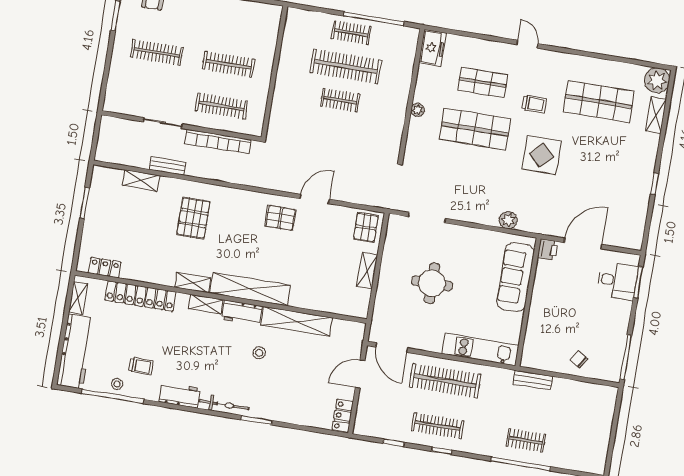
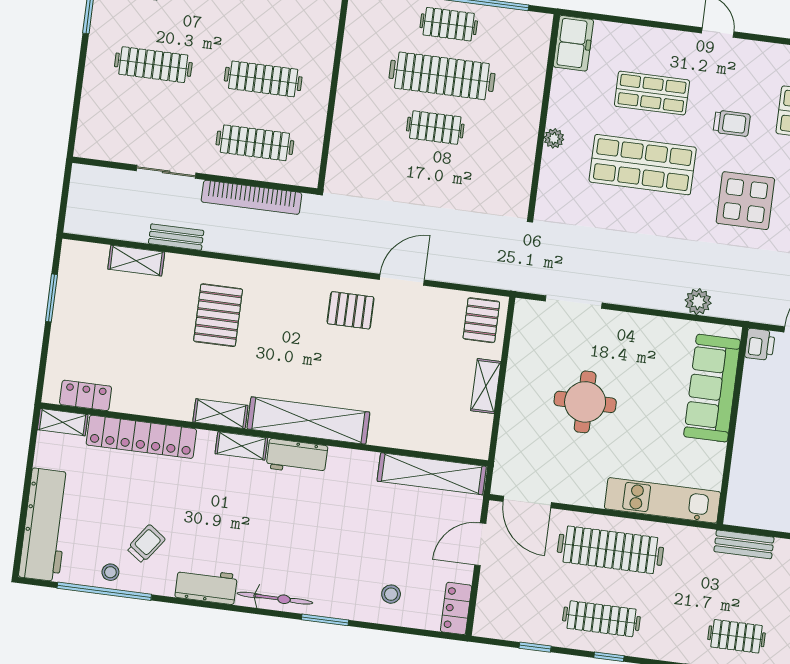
shelving: (78, 298) -> (63, 422), moved, turned 90
shelving: (297, 321) -> (432, 474), moved
stool: (259, 353) -> (391, 594), moved
trolley: (141, 366) -> (146, 544), turned -54

